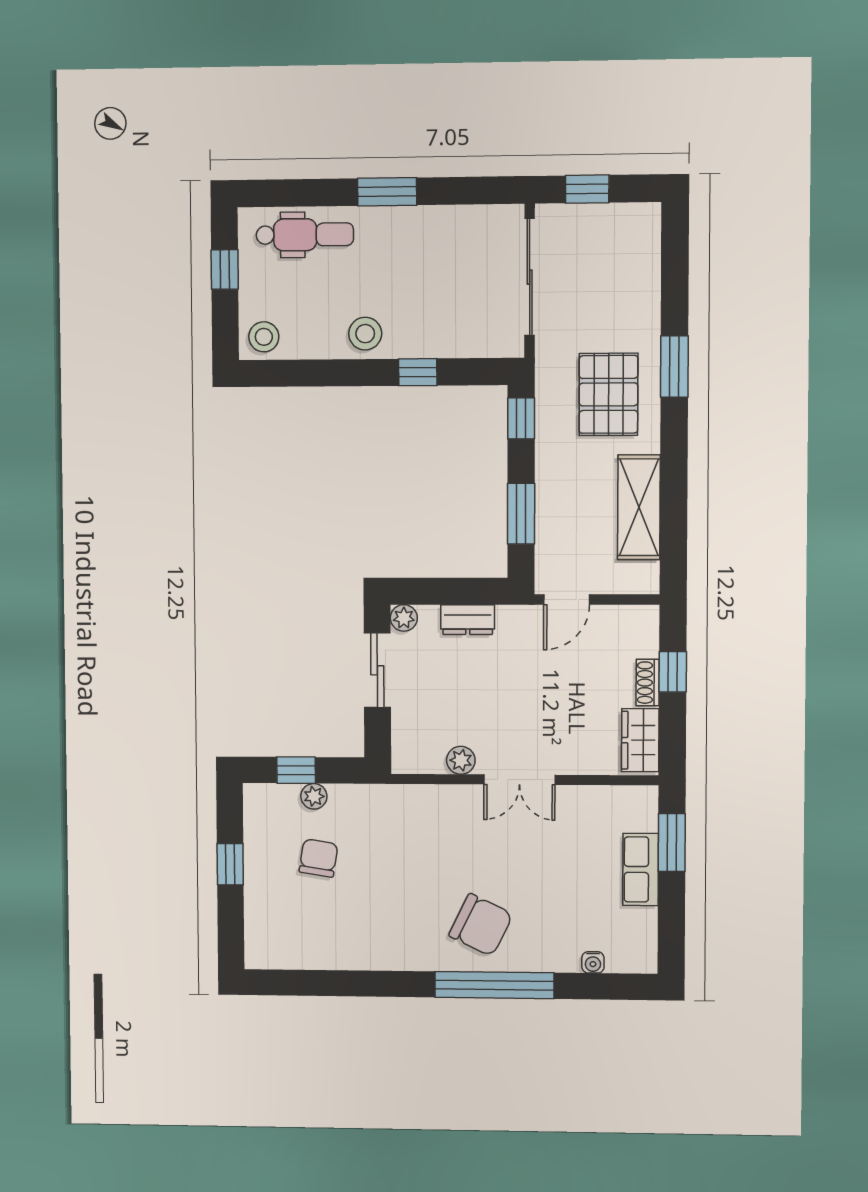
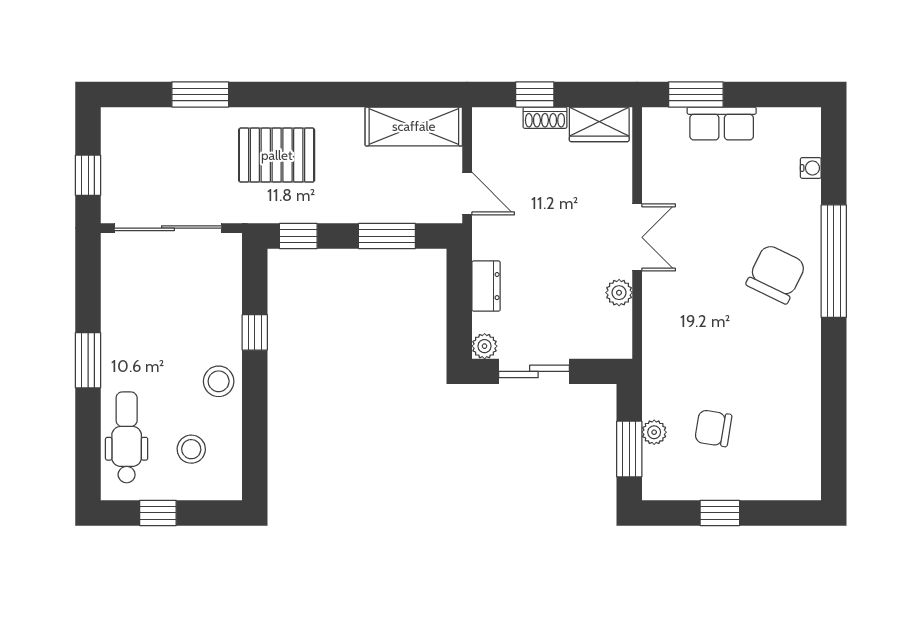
stool: (264, 337) -> (191, 449), moved
window: (674, 367) -> (200, 94), moved
shelving: (639, 507) -> (414, 126), moved
window: (296, 770) -> (629, 449), width x1.50

